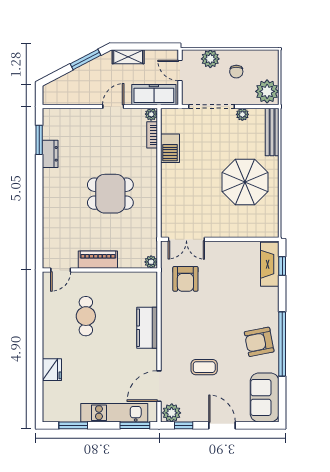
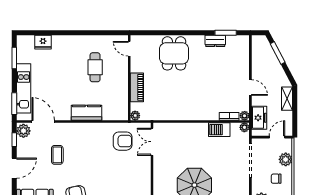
window: (85, 60) -> (278, 53), moved
freezer: (154, 95) -> (259, 118), width x0.71
plant: (242, 114) -> (244, 127), moved
dining table: (110, 194) -> (174, 53), moved
piano: (98, 260) -> (137, 87), moved
armchair: (185, 279) -> (123, 141), turned 180
cafe table: (86, 316) -> (95, 67), turned 90
fridge: (52, 370) -> (43, 42), moved

